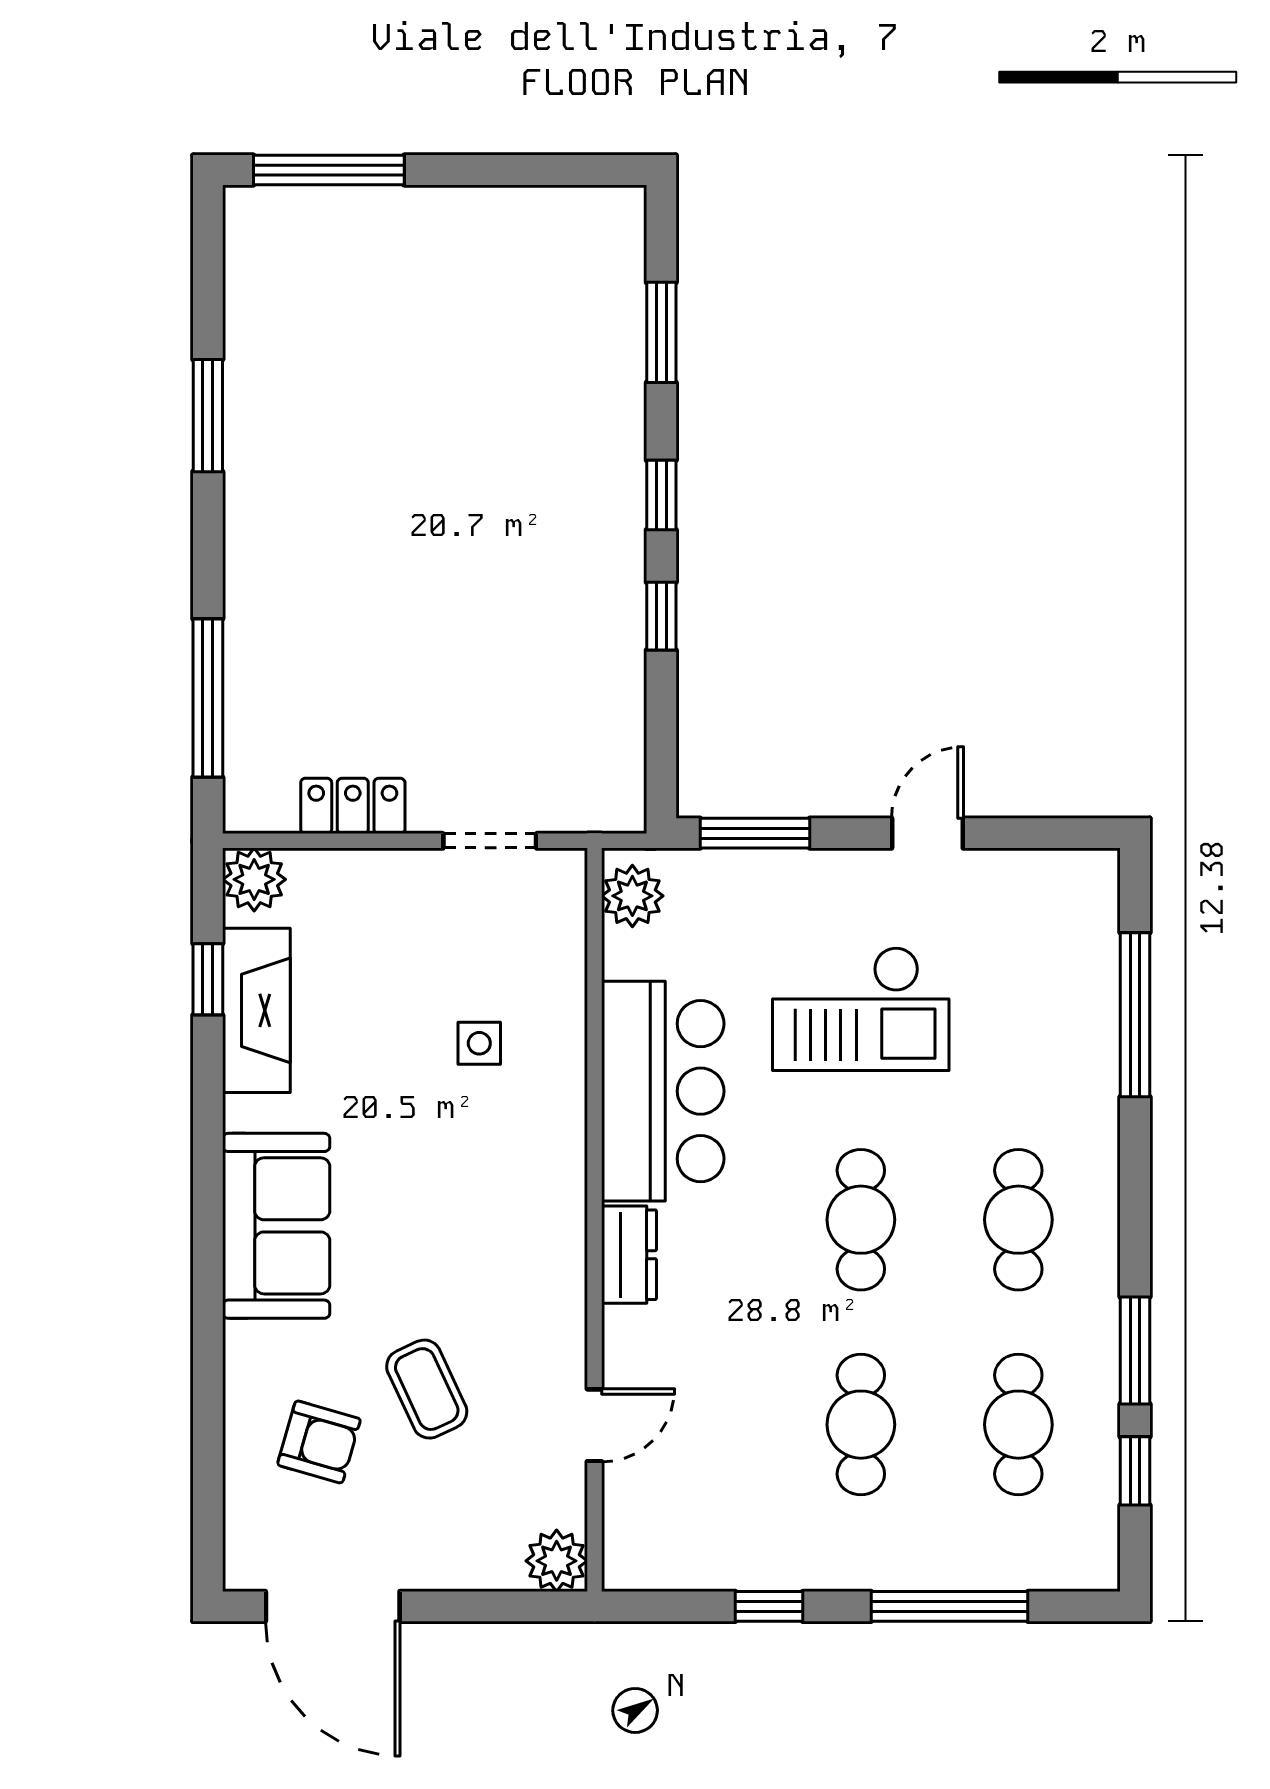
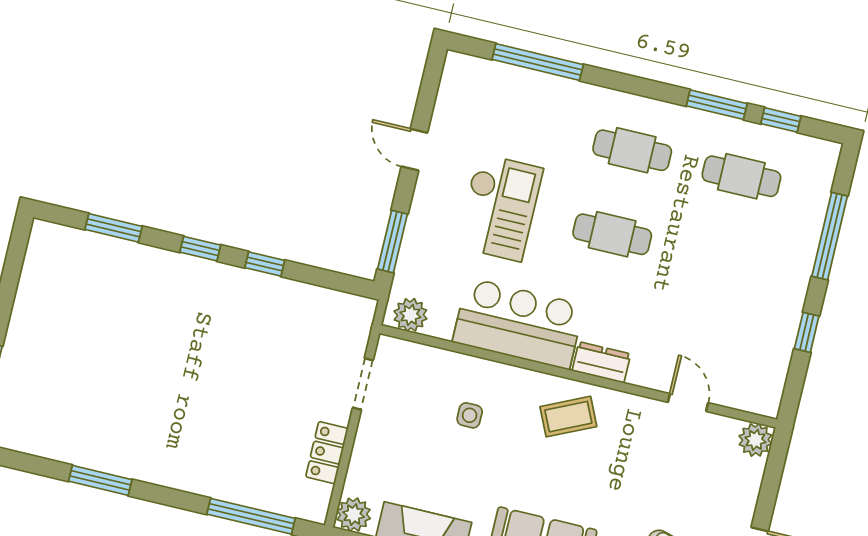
coffee table: (427, 1389) -> (568, 417), moved
cafe table: (861, 1425) -> (721, 260), removed

